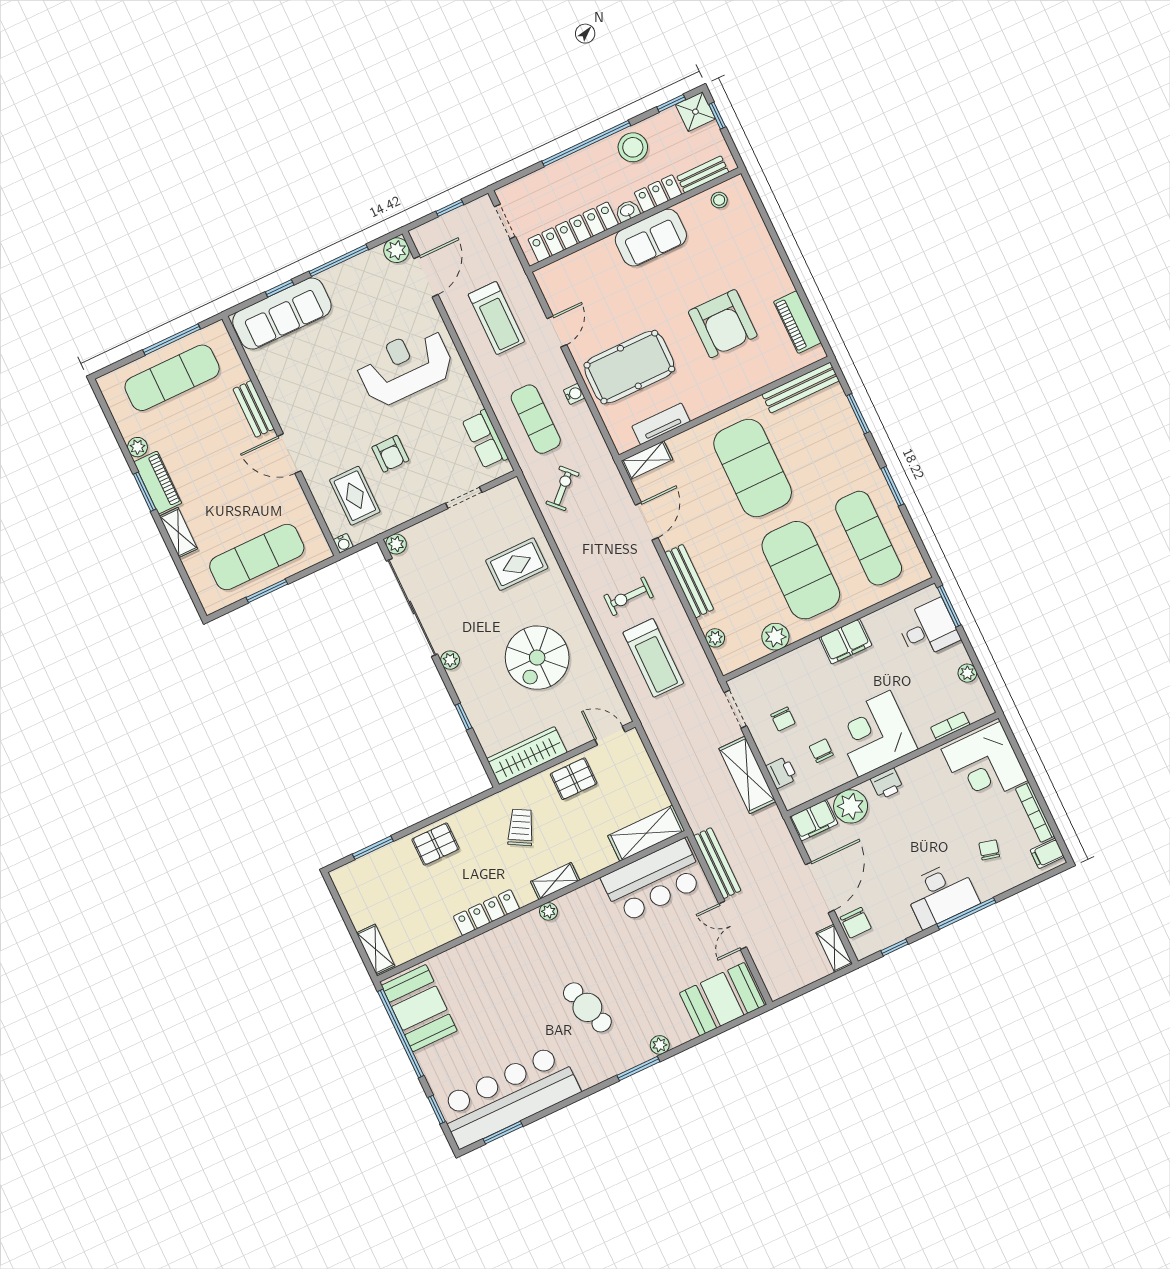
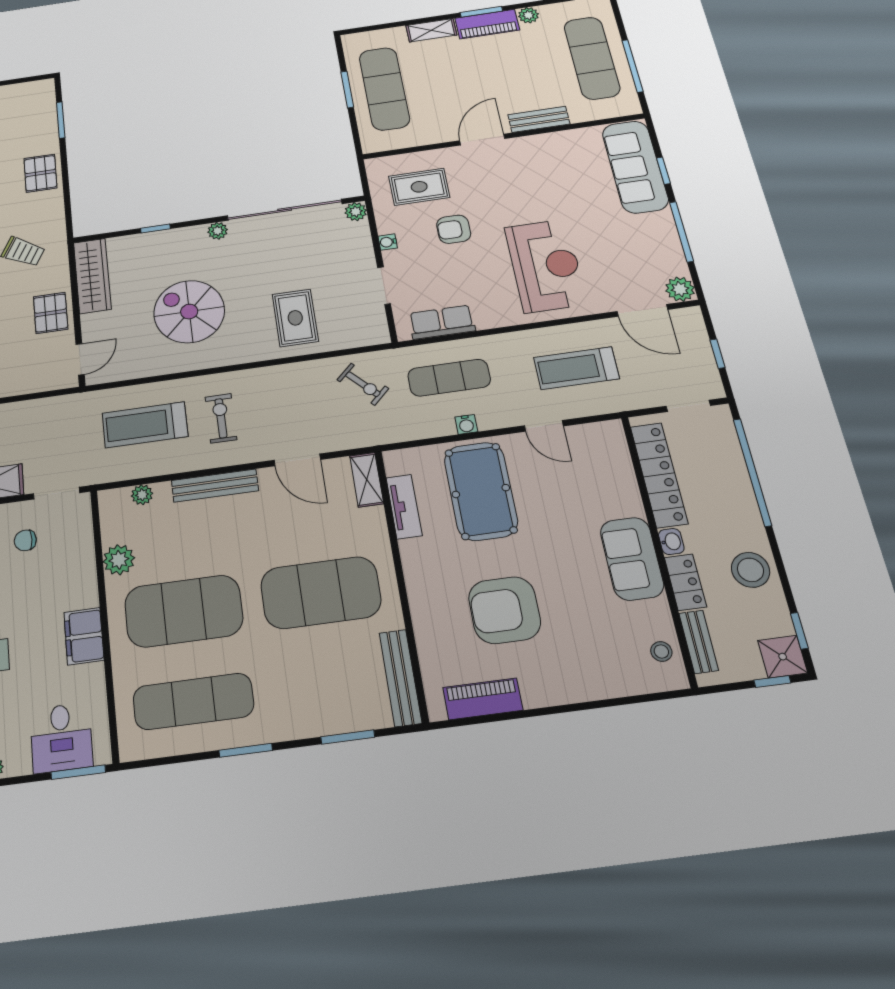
window: (586, 143) -> (752, 472), moved
water cooler: (343, 543) -> (388, 242), moved

